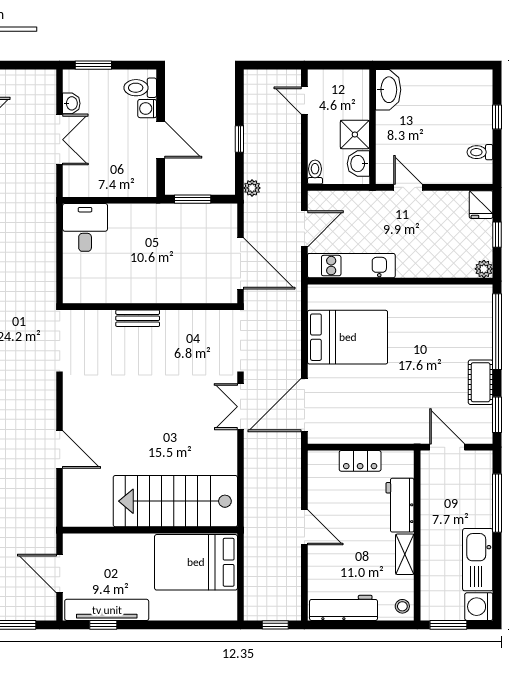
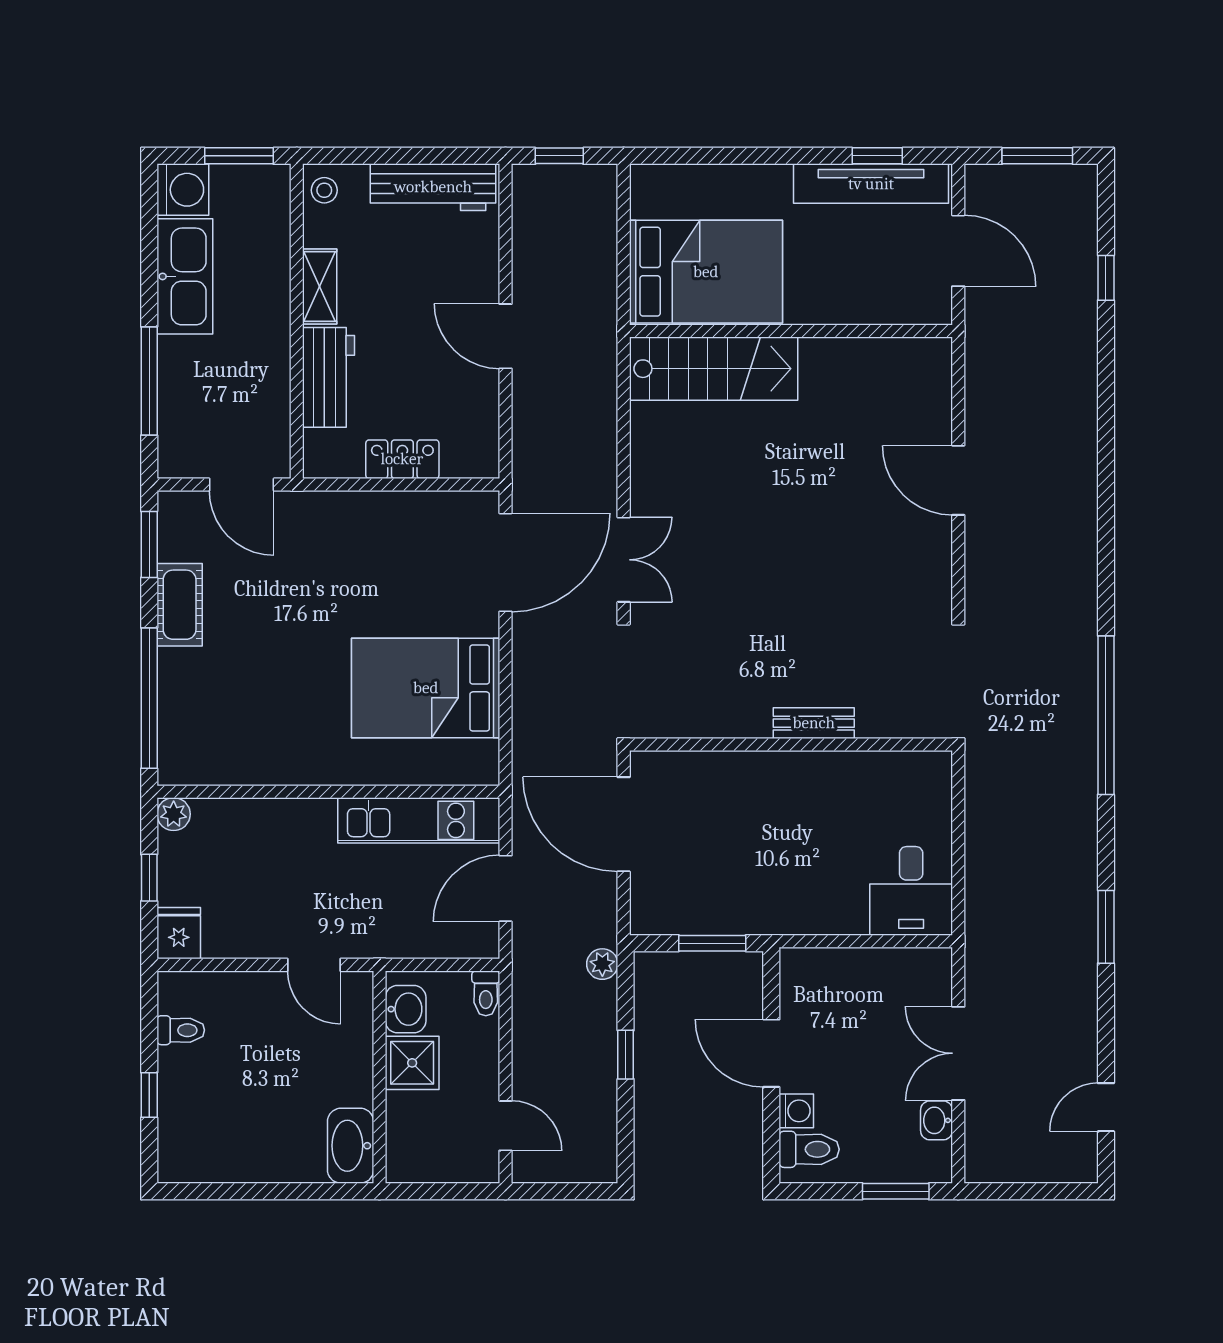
stairs: (175, 501) -> (714, 369), width x0.73, depth x0.66

